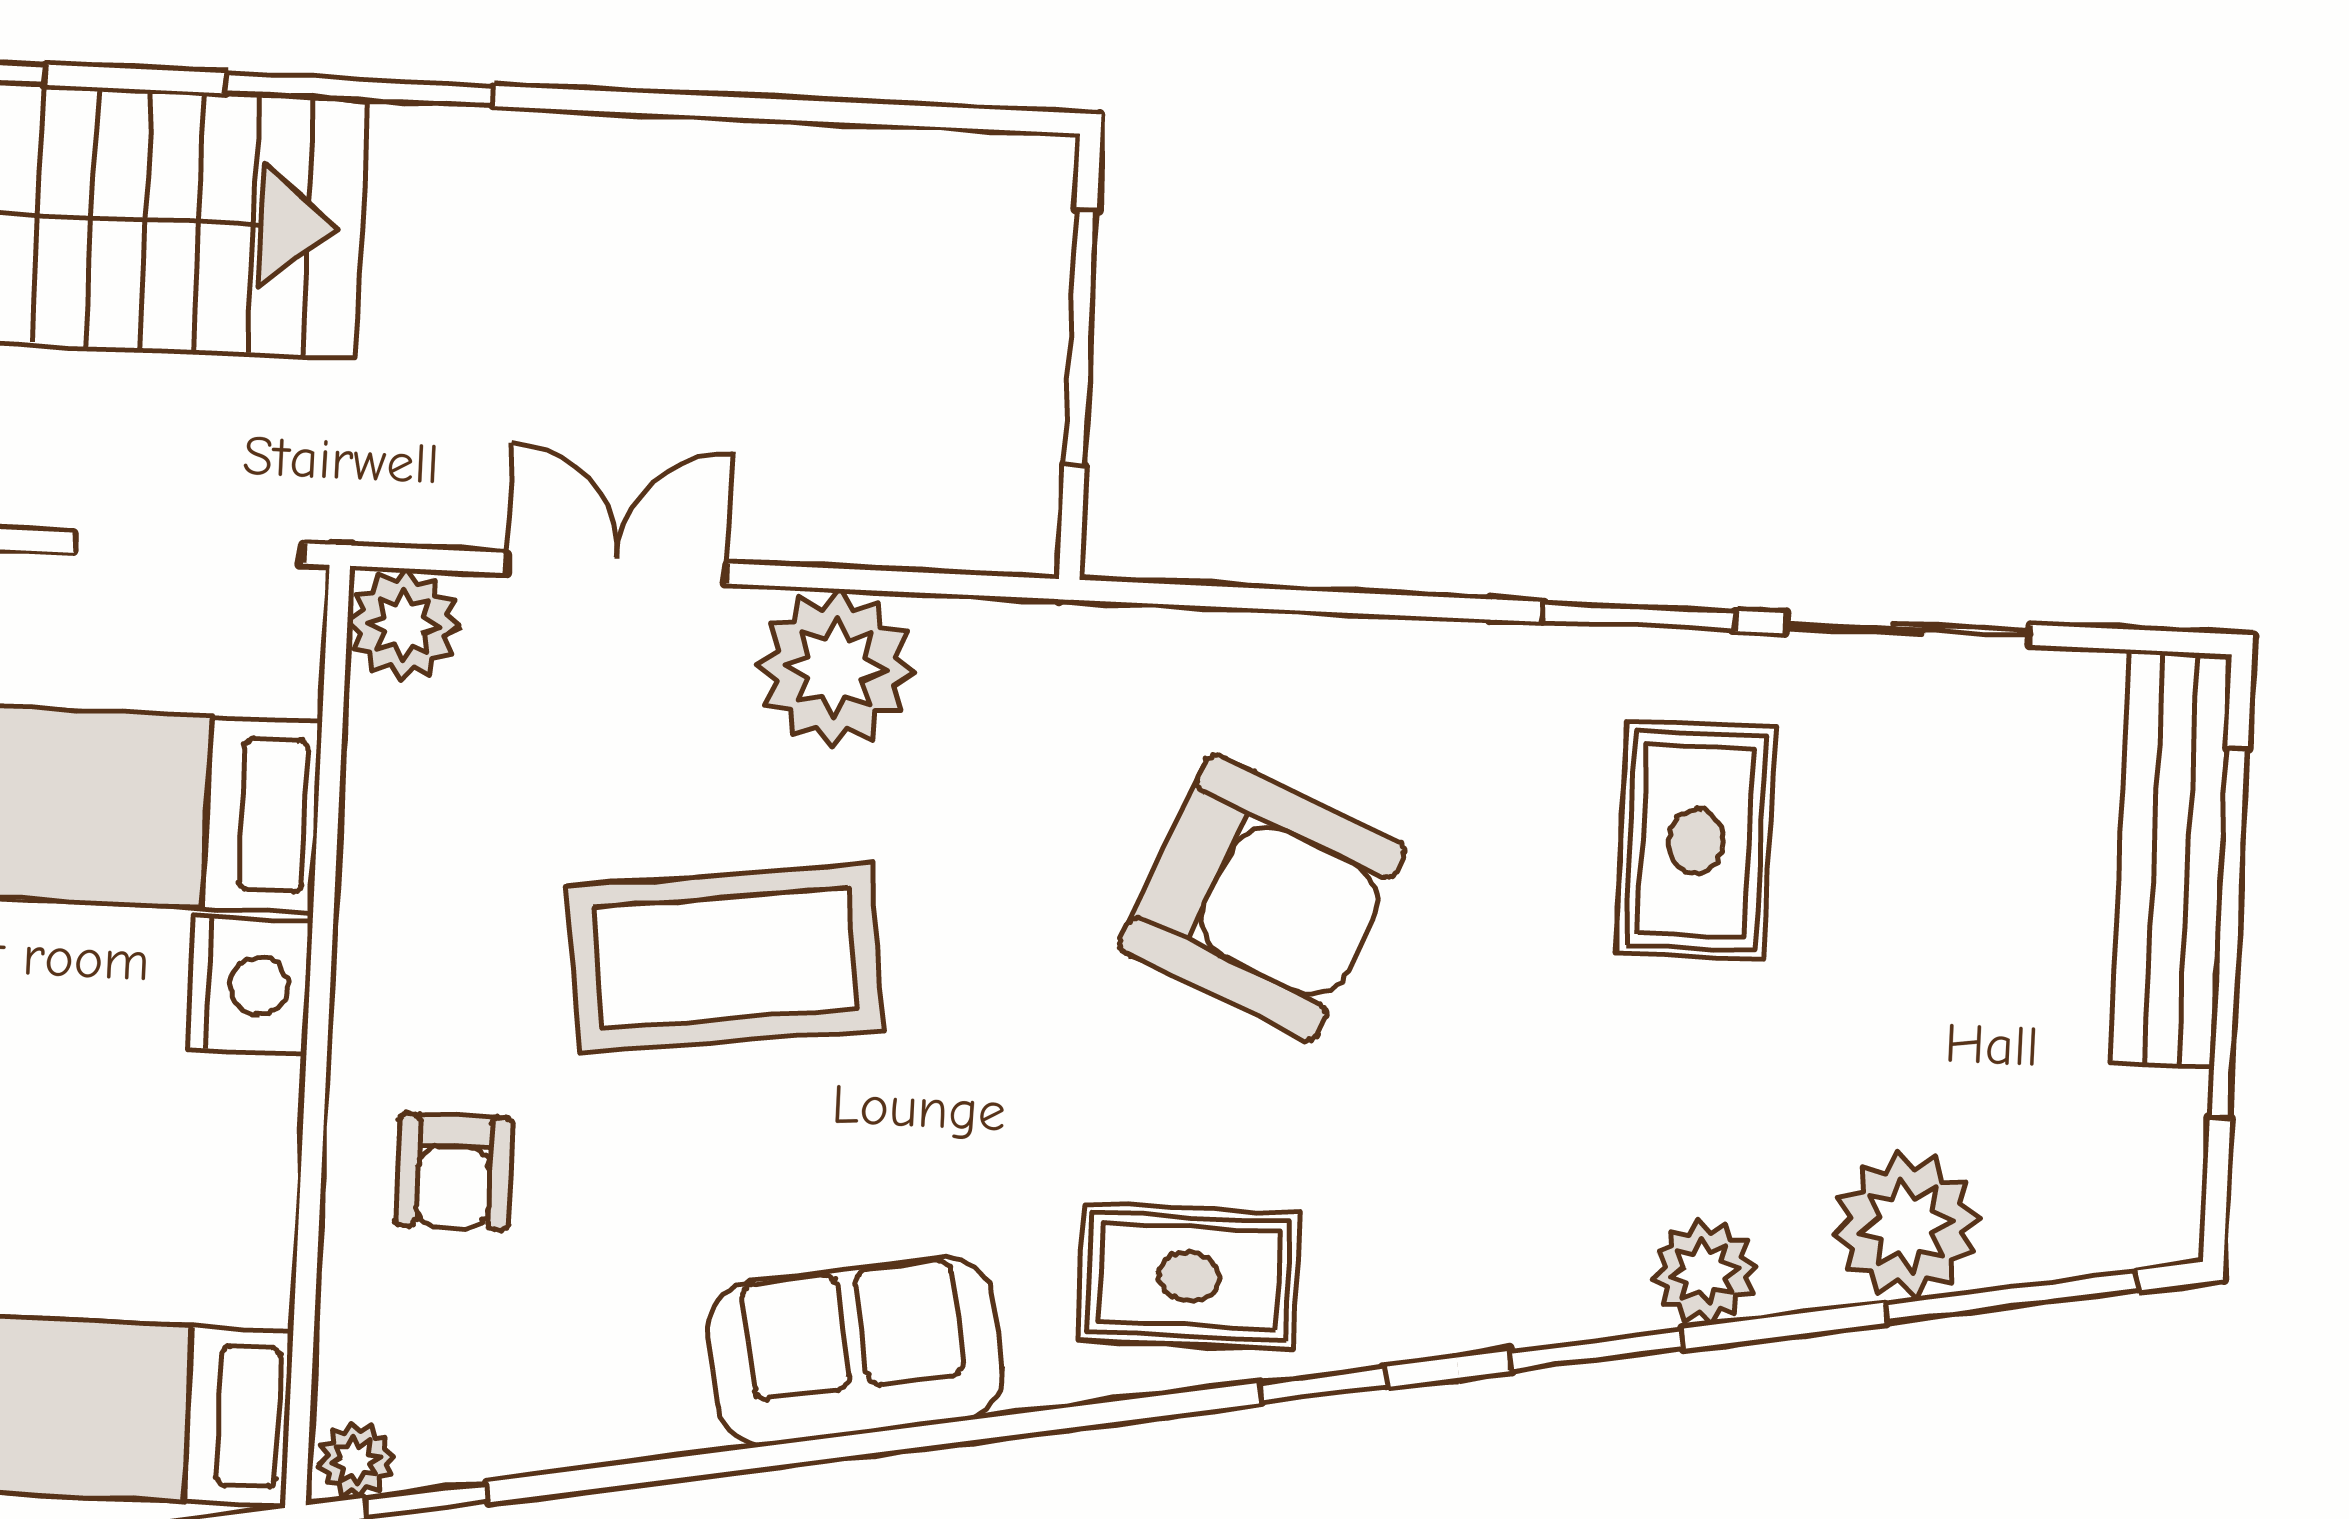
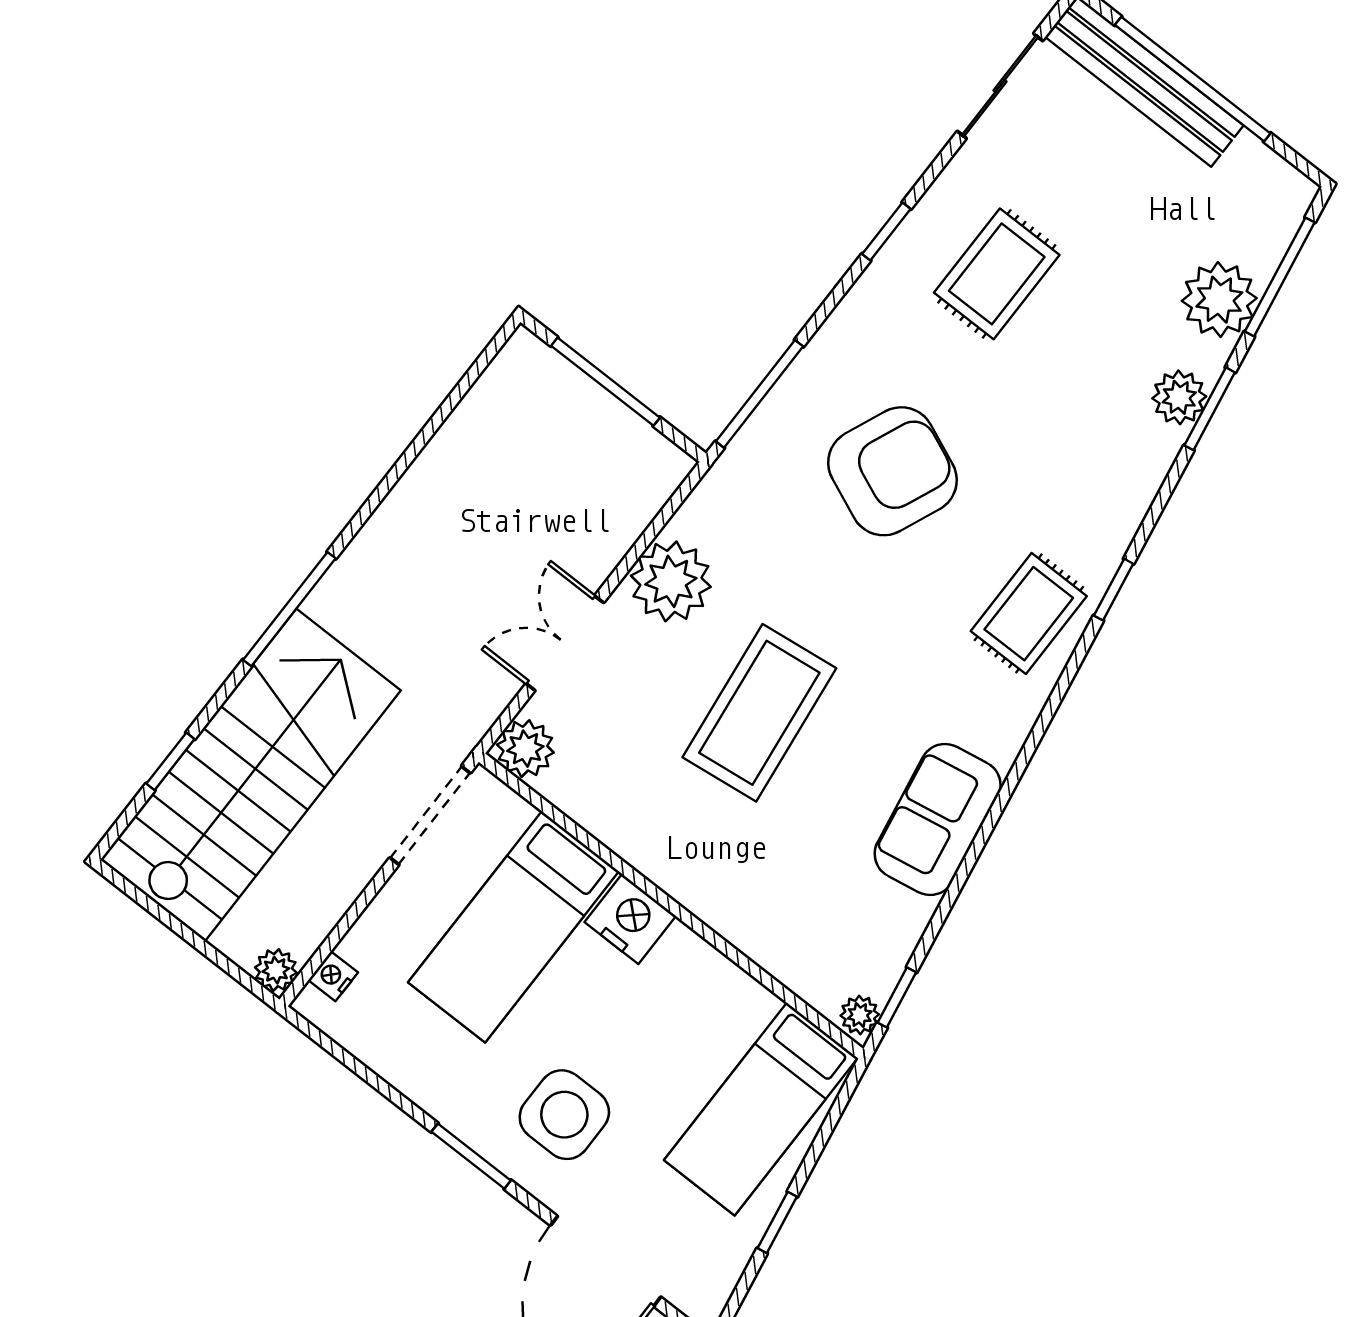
window: (1235, 597) -> (759, 394), added
window: (1639, 616) -> (886, 231), width x0.67
sliding door: (1908, 629) -> (1000, 86), moved
rug: (1696, 841) -> (997, 274), turned 90
armchair: (454, 1172) -> (768, 889), removed
window: (1596, 1350) -> (1210, 409), moved
sofa: (855, 1351) -> (938, 819), moved

